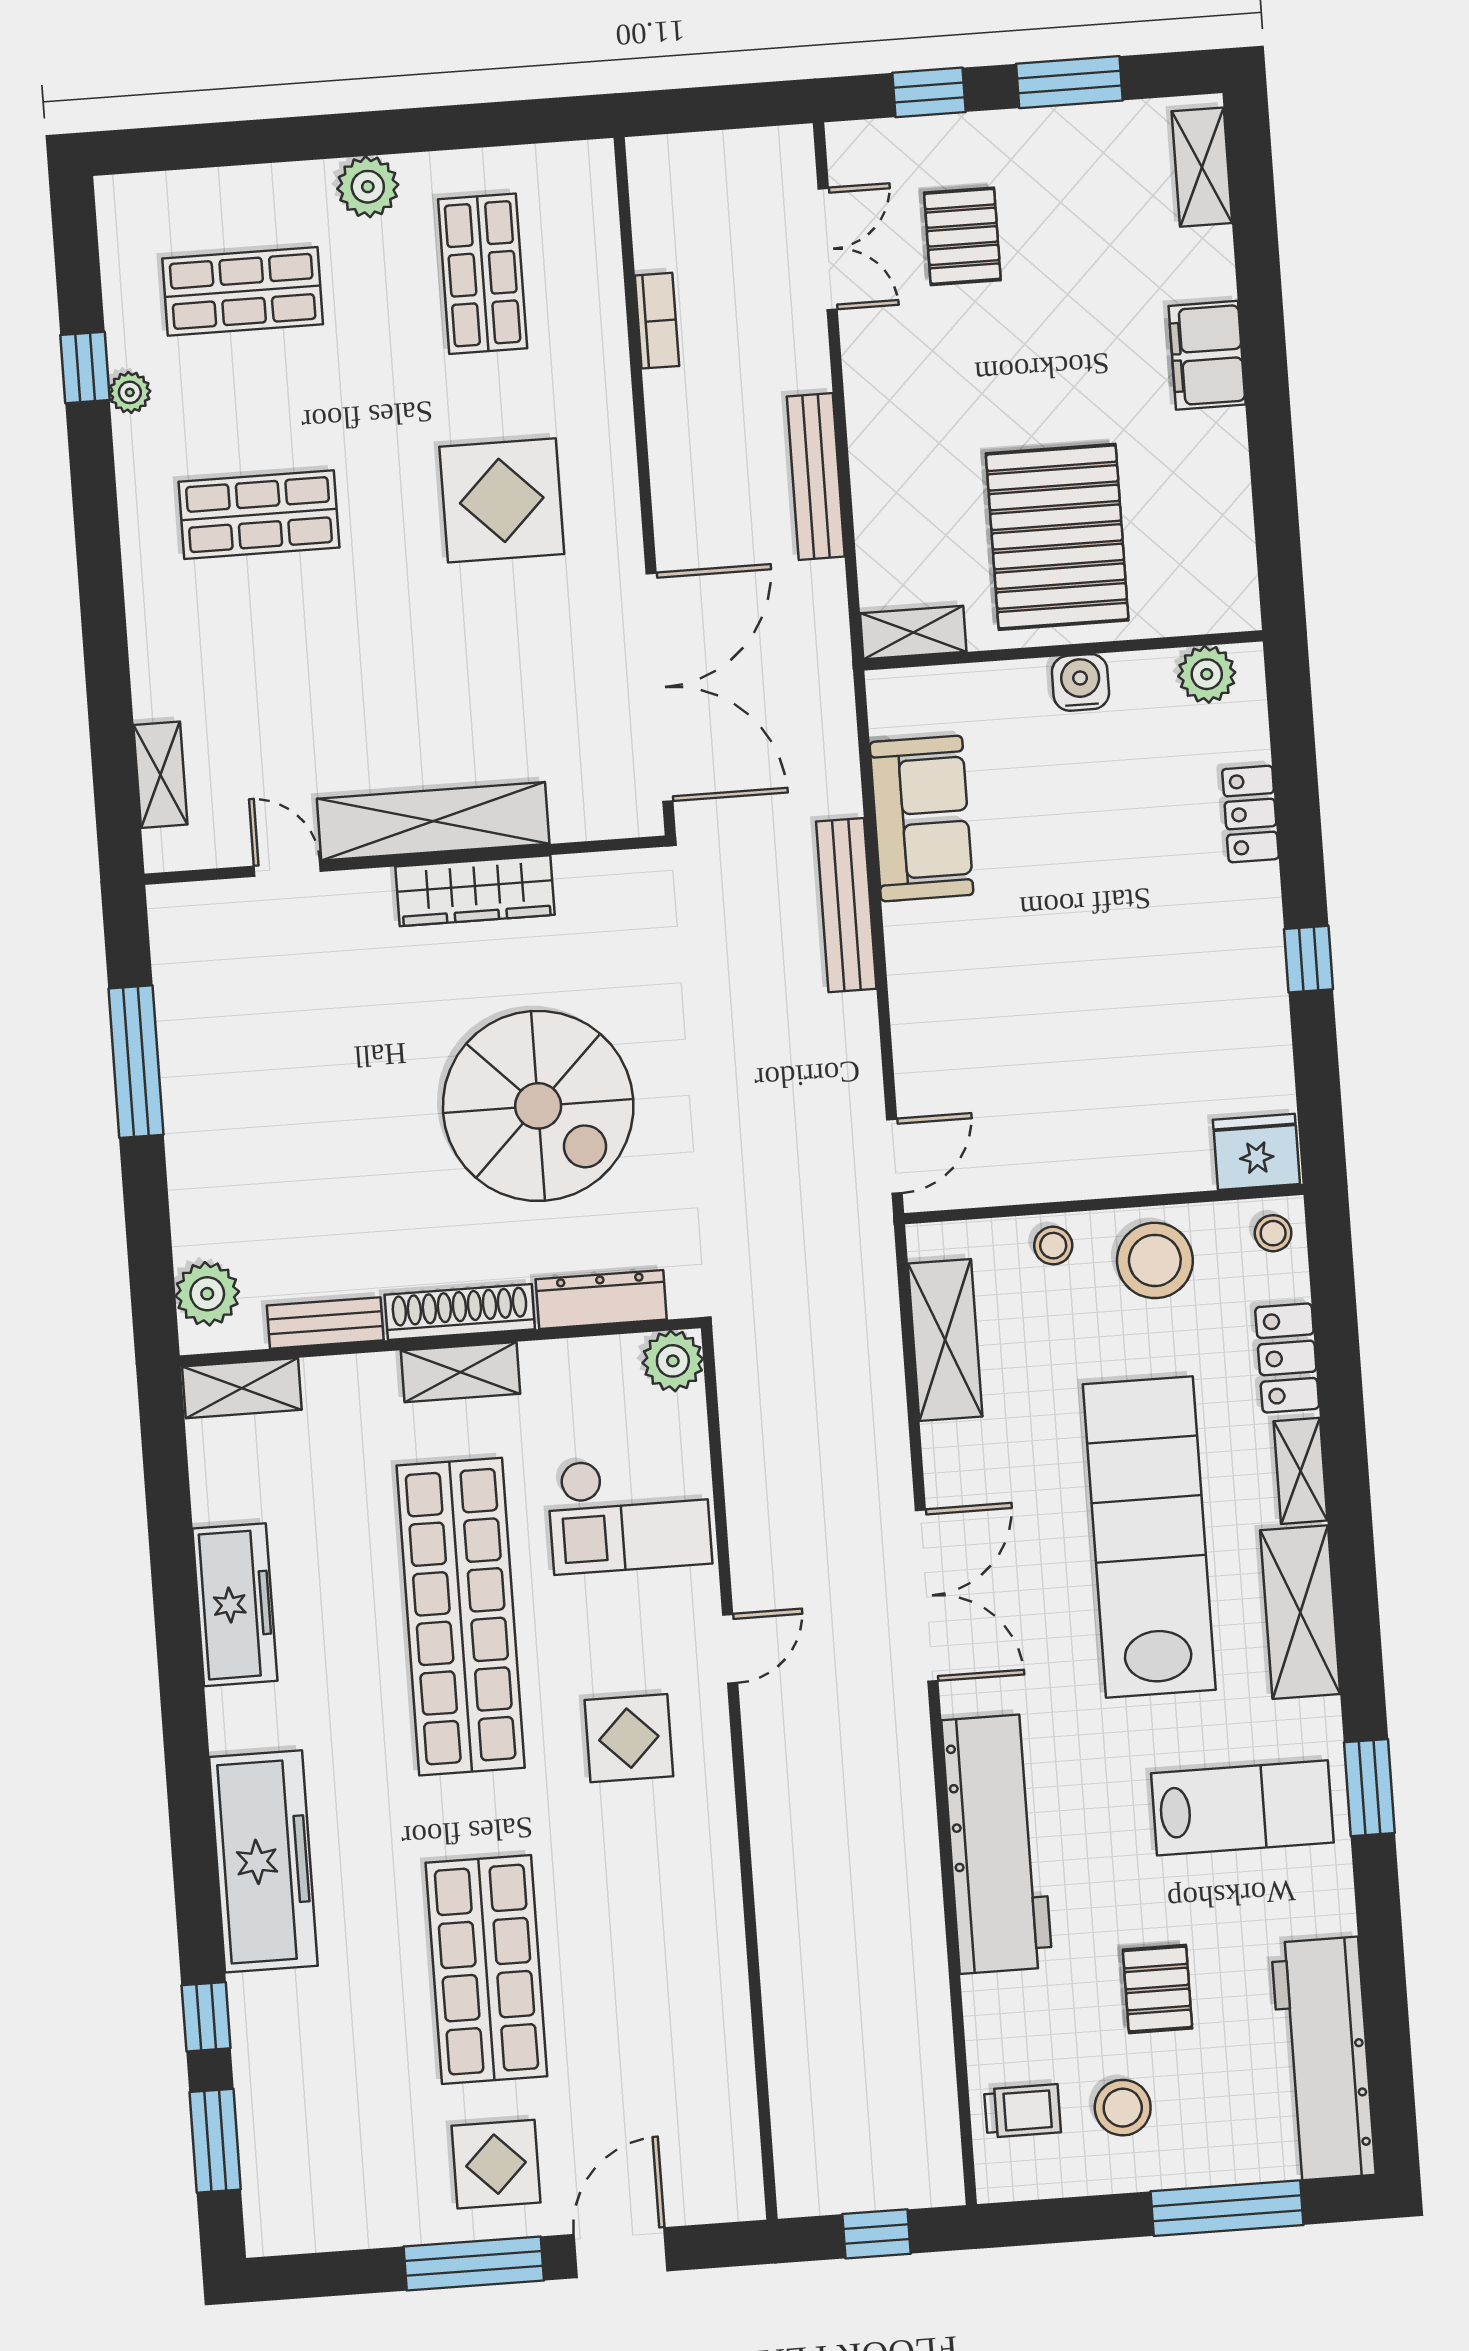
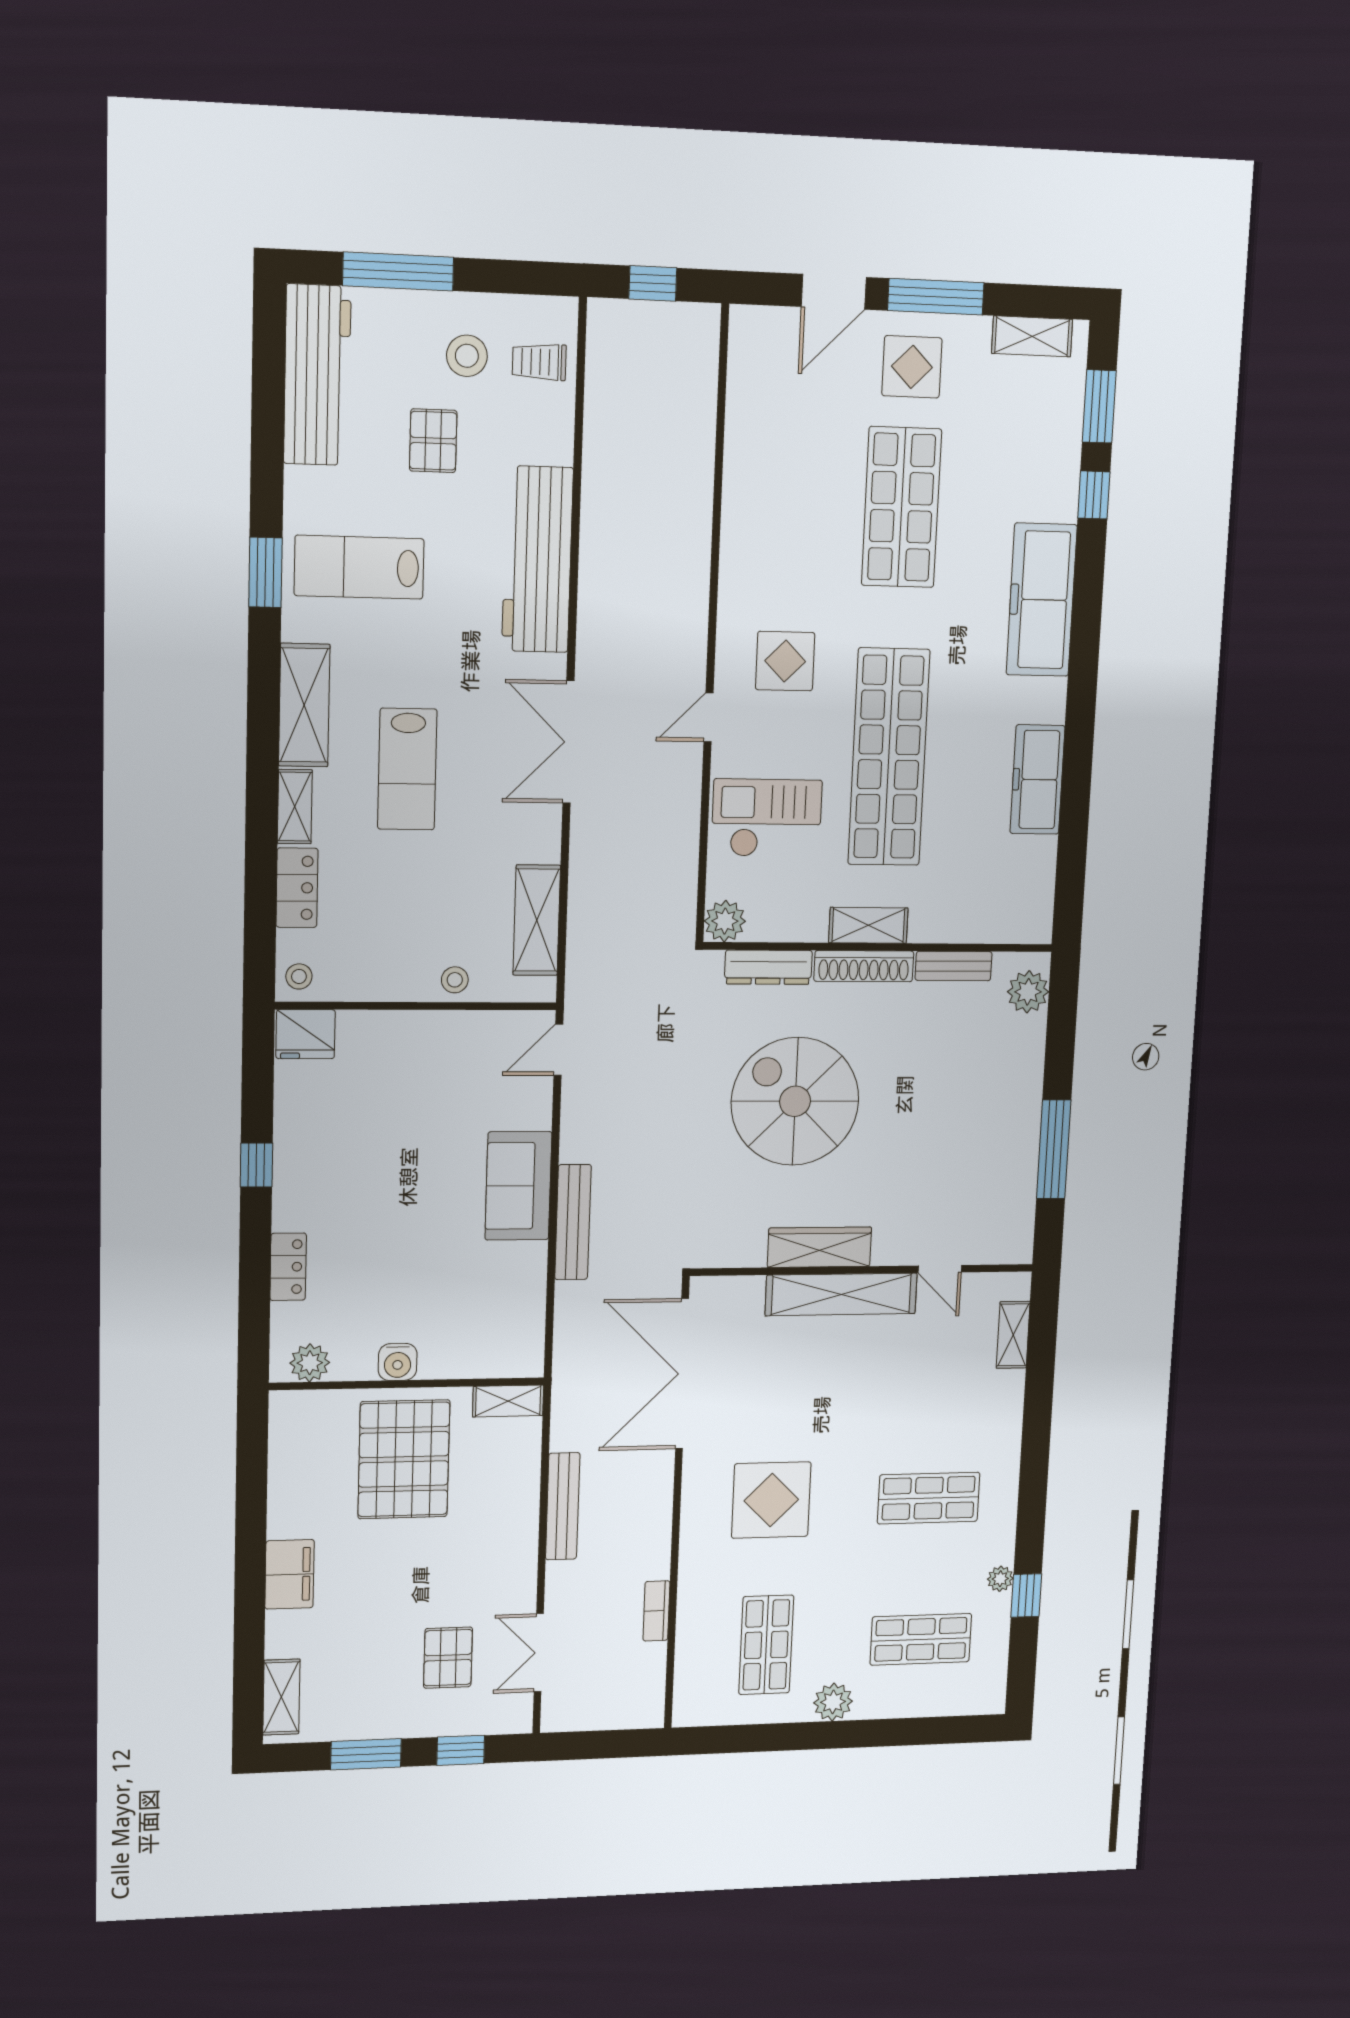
sofa: (921, 818) -> (518, 1186), moved
stool: (1155, 1260) -> (385, 964), removed
shelving: (242, 1388) -> (1032, 336), moved
lab bench: (1149, 1537) -> (407, 769), width x0.54, depth x0.72

